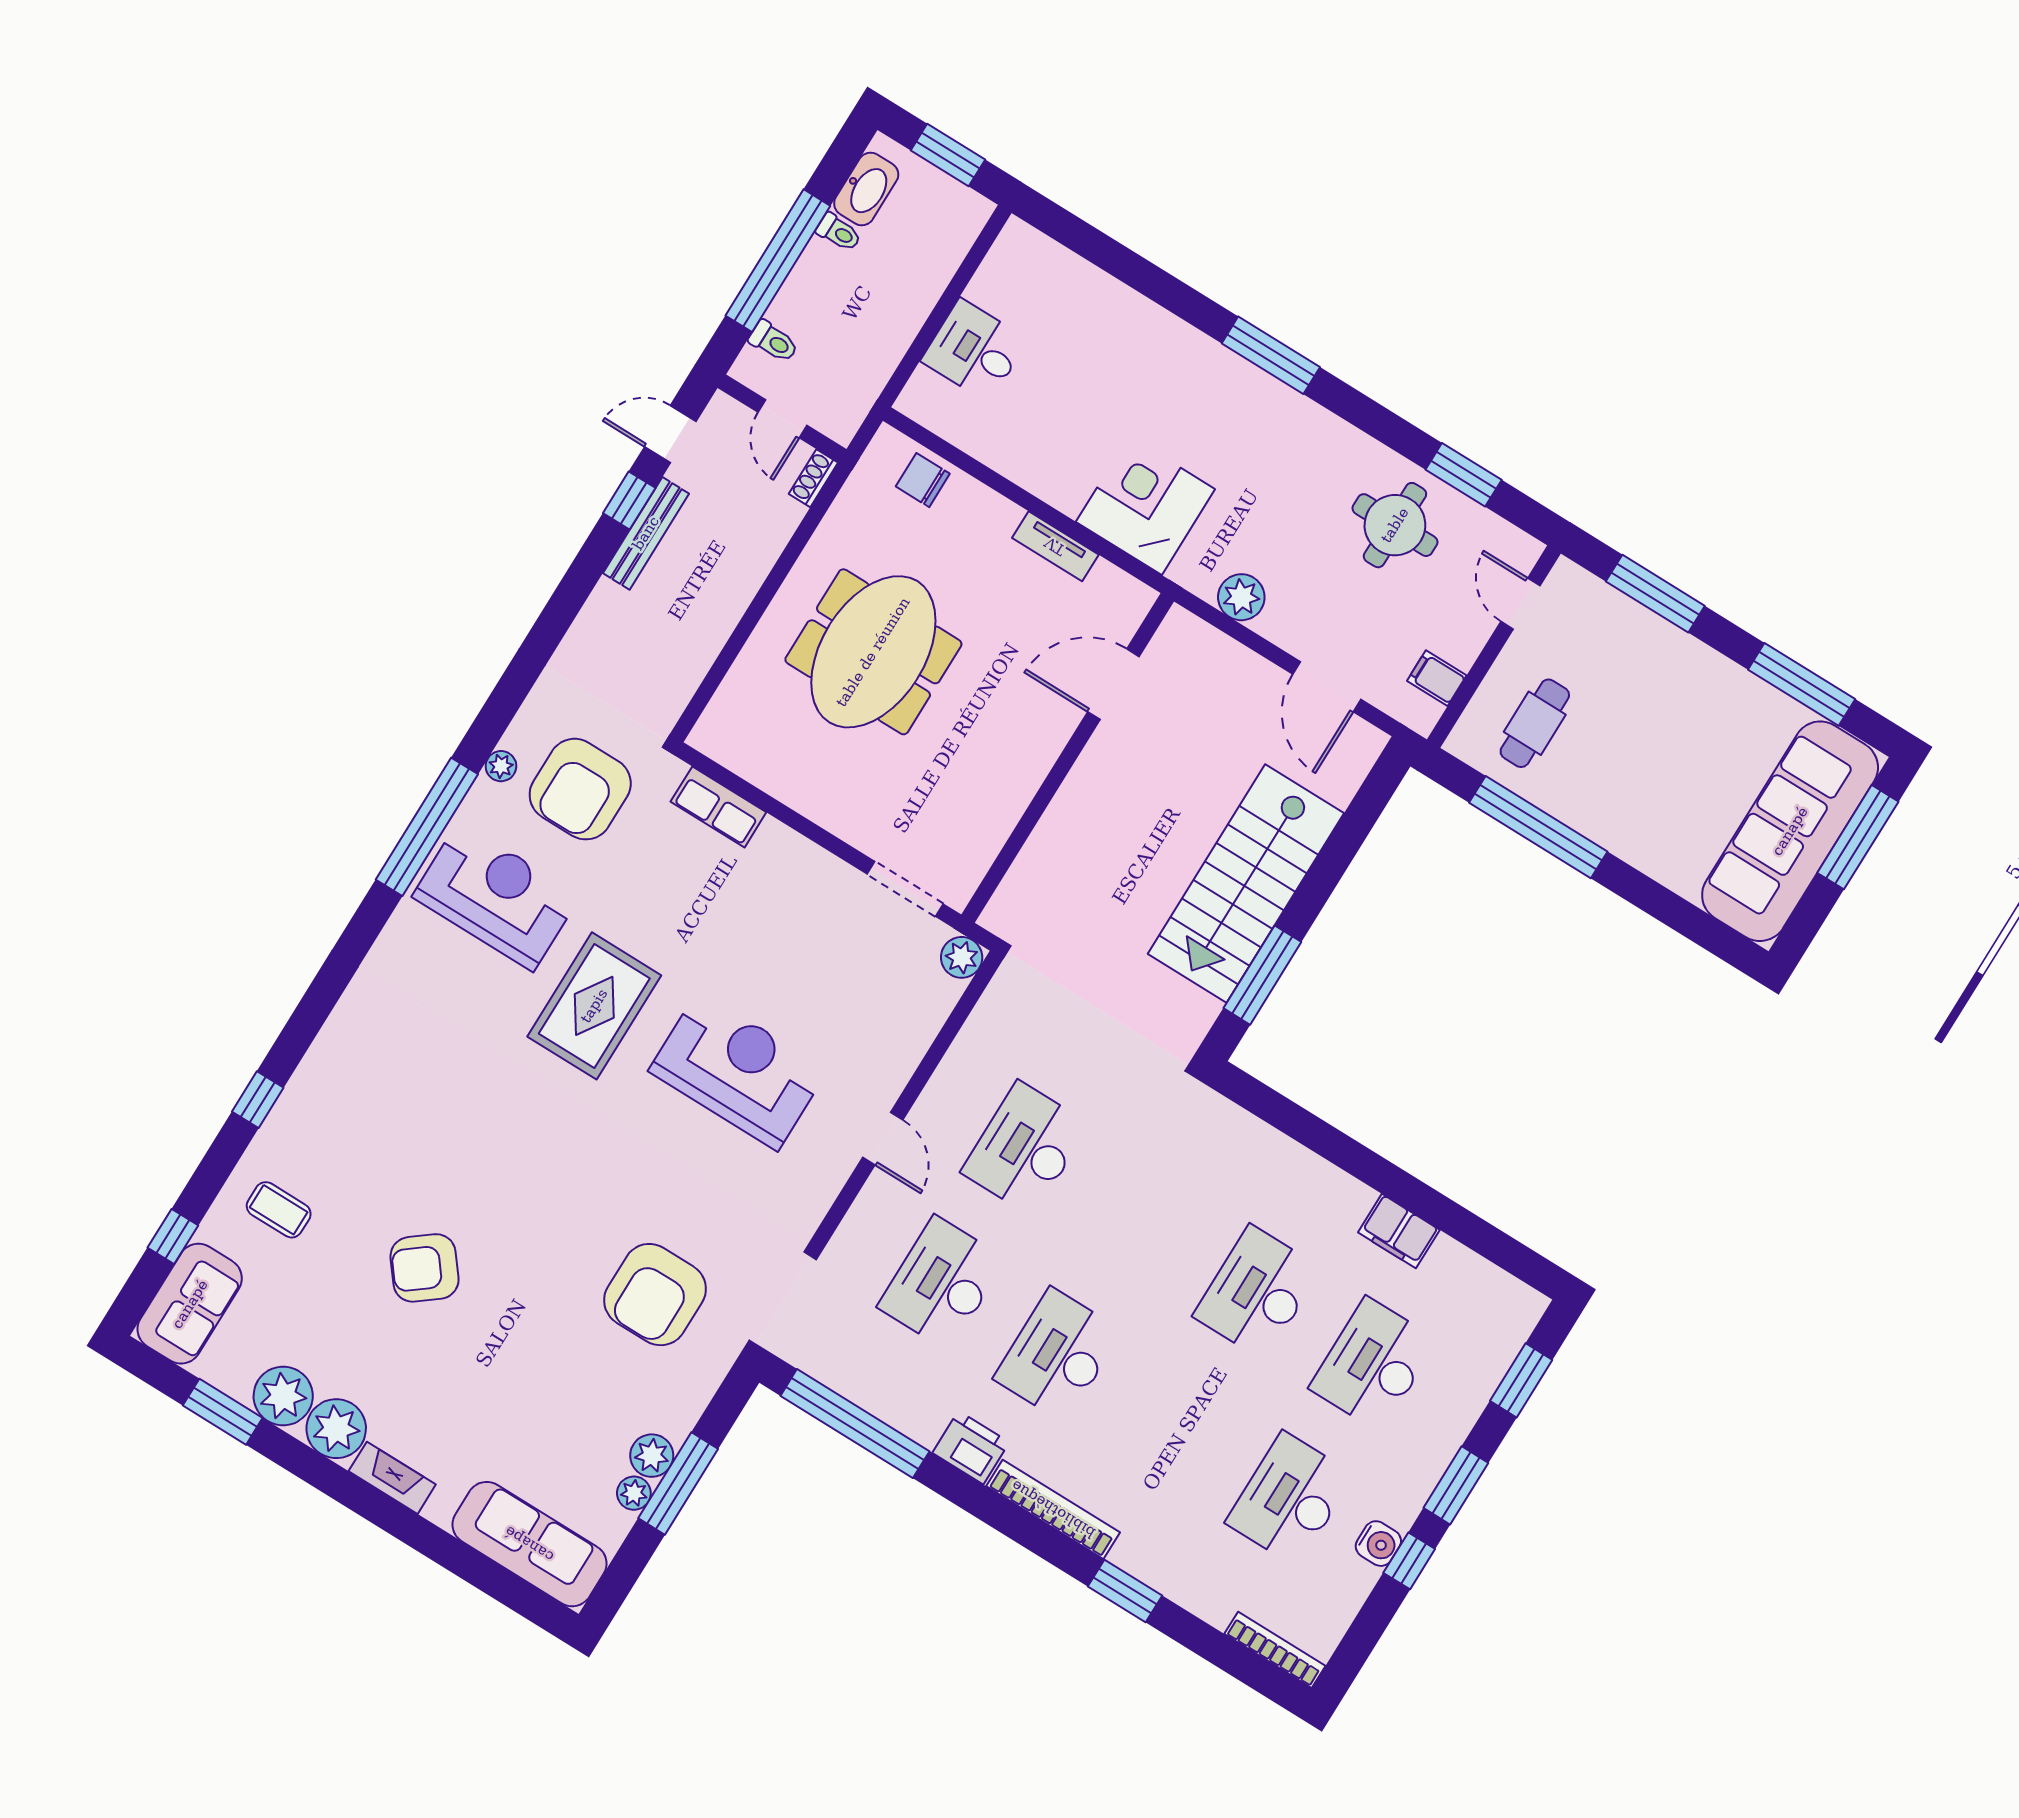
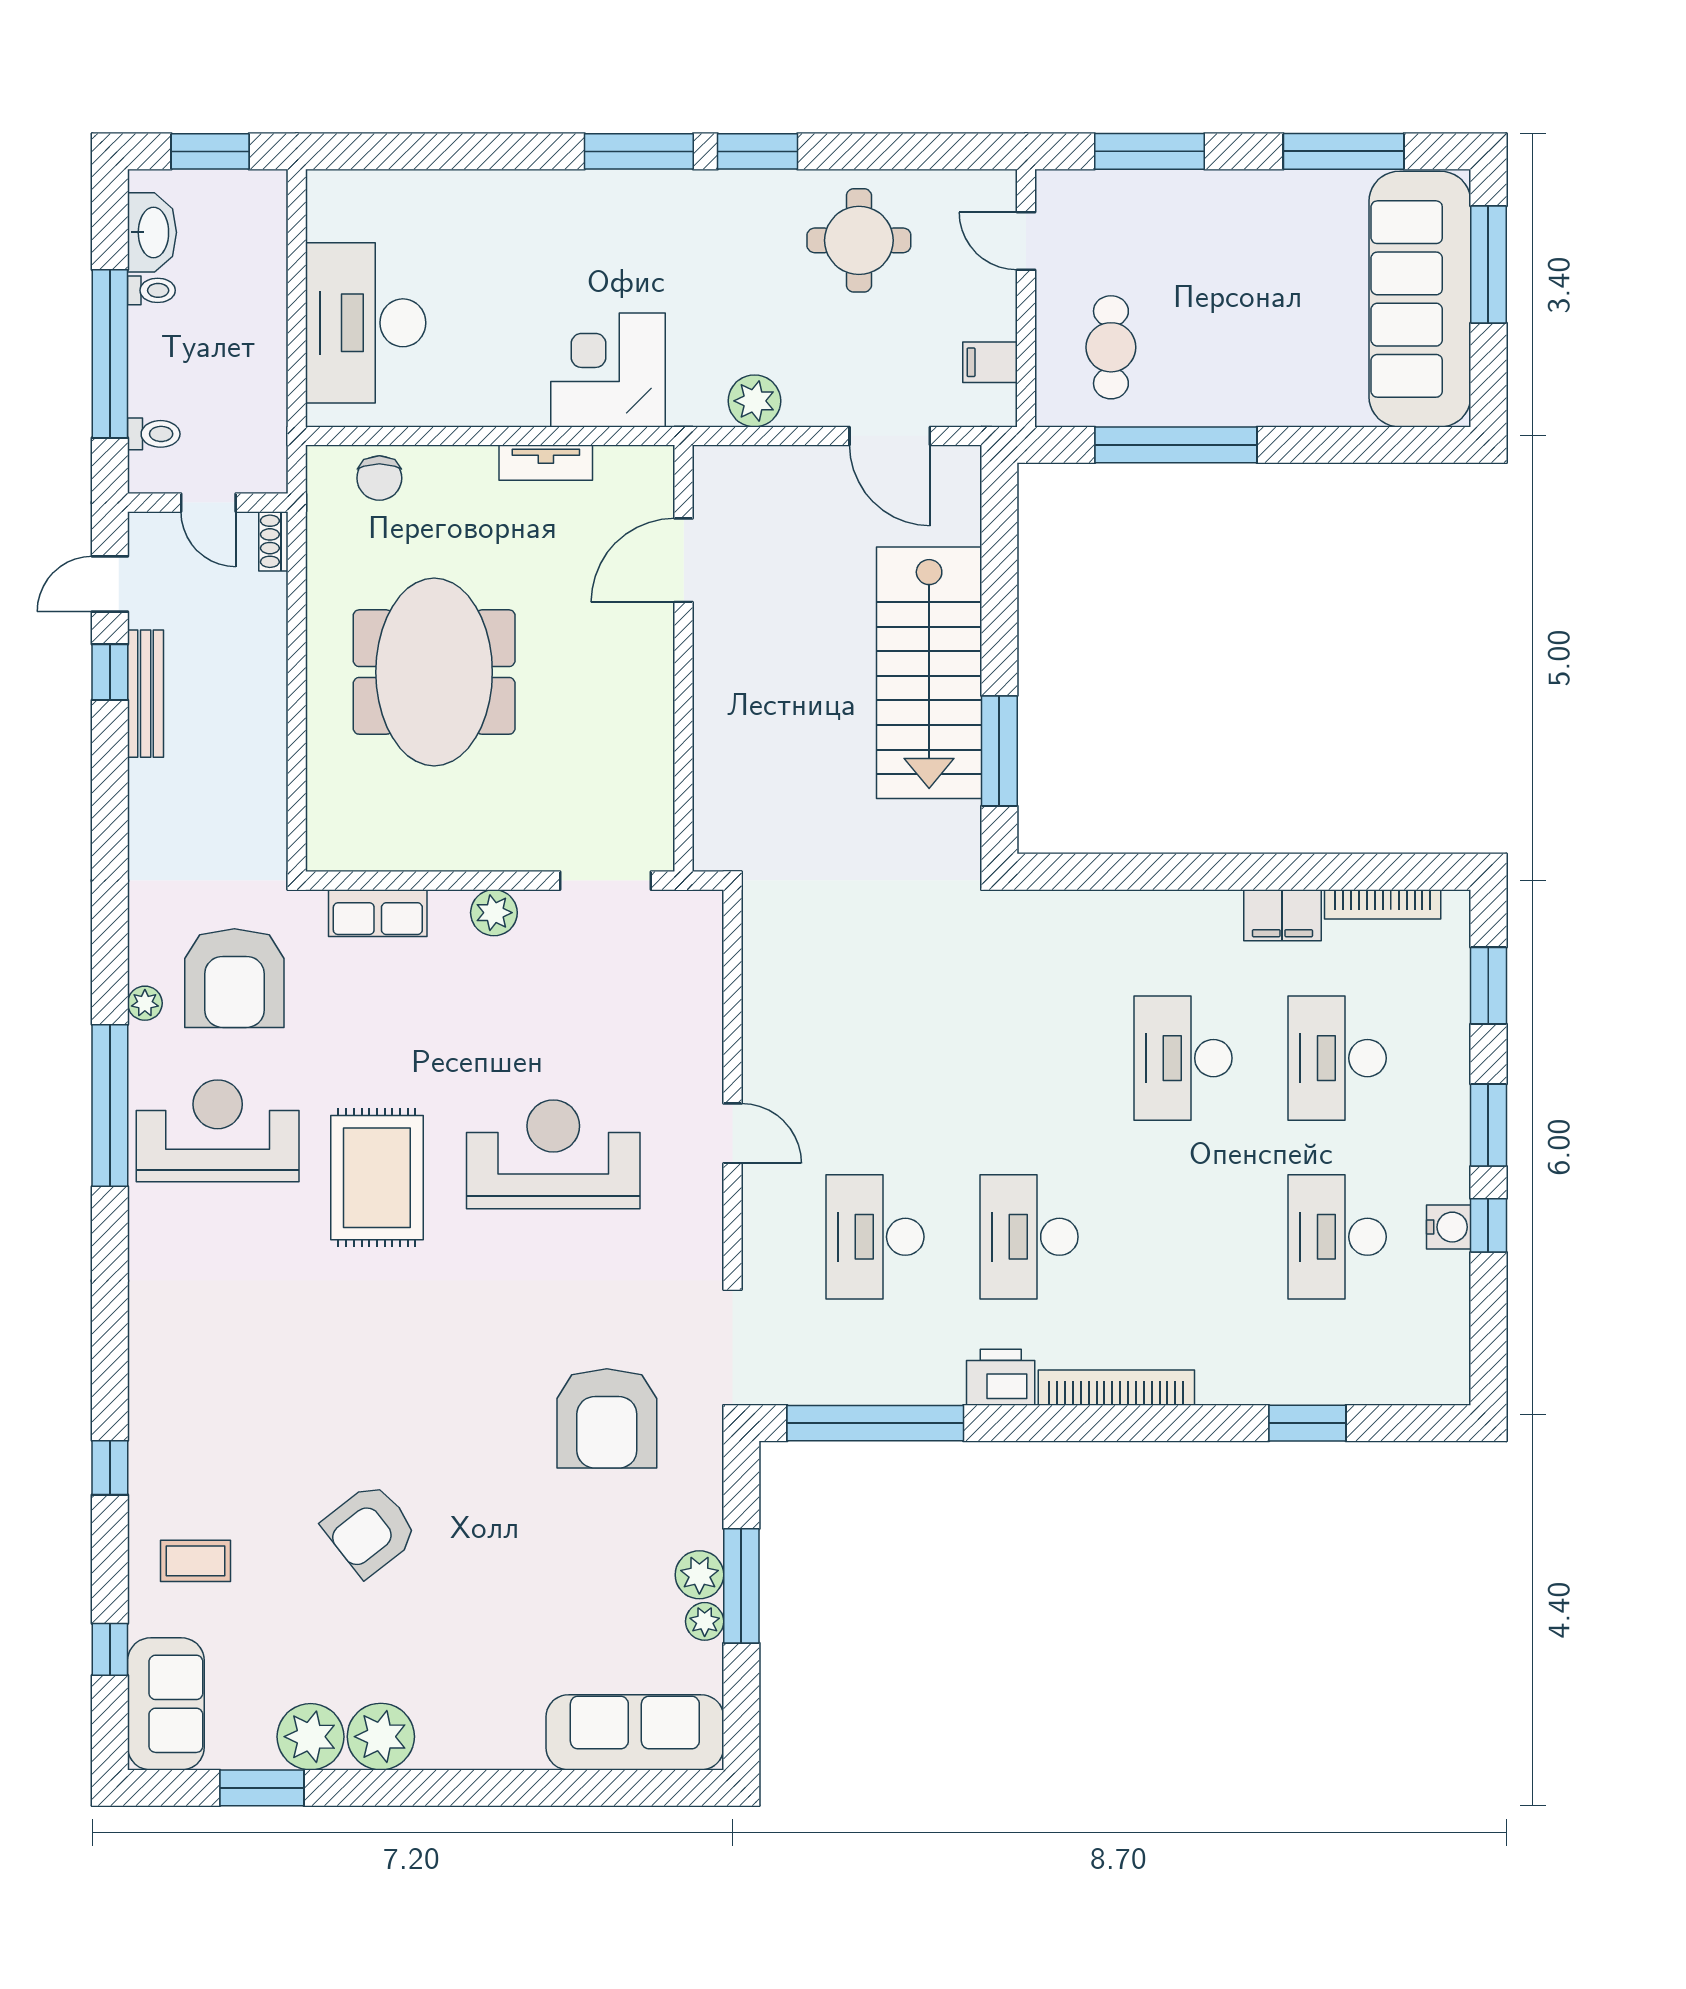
desk: (974, 350) -> (366, 323), width x1.87, depth x1.30
window: (1464, 475) -> (758, 151), moved
chair: (923, 480) -> (379, 478), turned -90
plant: (962, 957) -> (494, 913), moved
desk: (1025, 1148) -> (875, 1058), removed
fireplace: (392, 1478) -> (464, 1750), removed
window: (1125, 1591) -> (1307, 1423), moved
bookcase: (1275, 1650) -> (1383, 904), moved, turned 180

